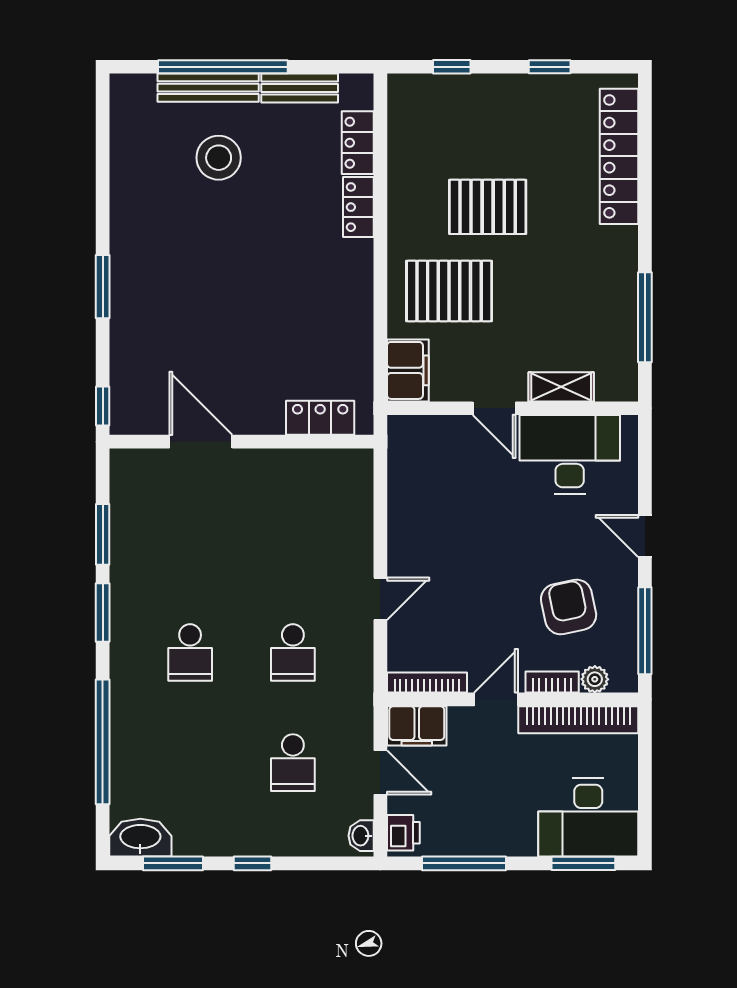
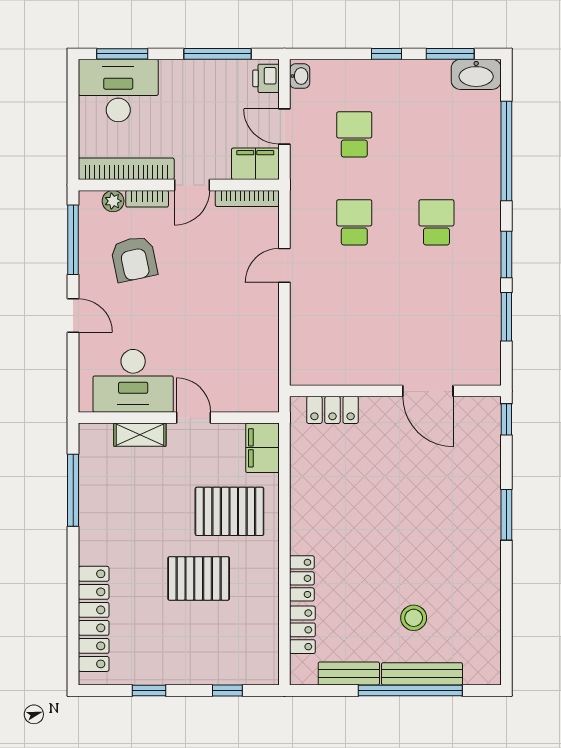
stool: (219, 158) -> (414, 618), width x0.73, depth x0.73

